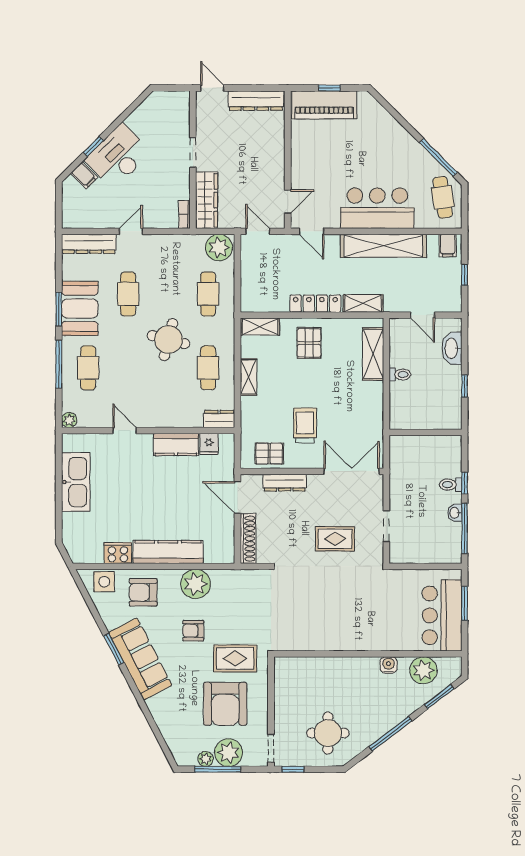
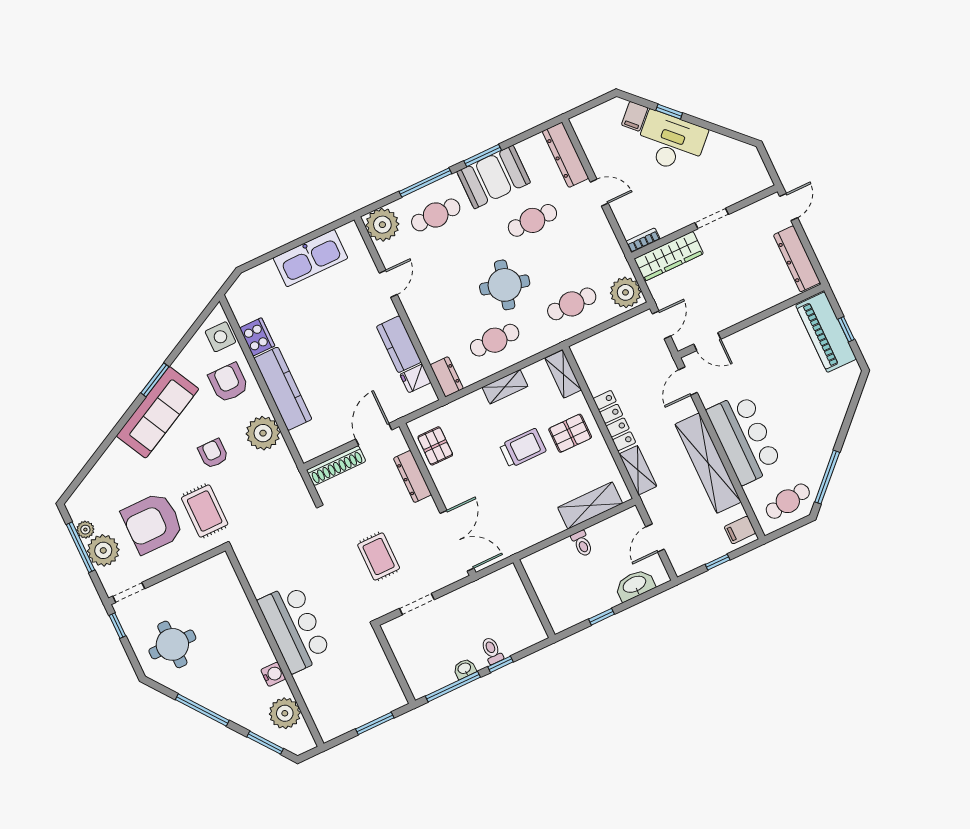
plant: (69, 420) -> (382, 225), width x1.87, depth x1.87
trolley: (305, 425) -> (523, 448), moved
bar counter: (442, 615) -> (294, 628), moved, turned 90

